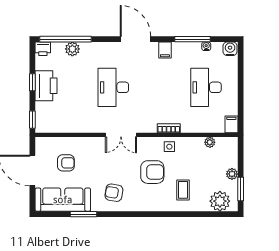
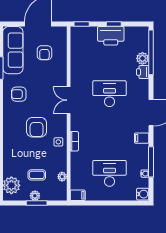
printer: (43, 49) -> (143, 72), moved
window: (241, 189) -> (37, 203), moved
coffee table: (183, 190) -> (37, 175), moved
armchair: (114, 193) -> (19, 94), turned -100

